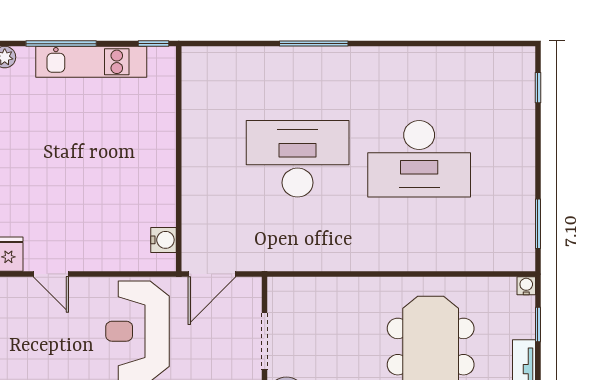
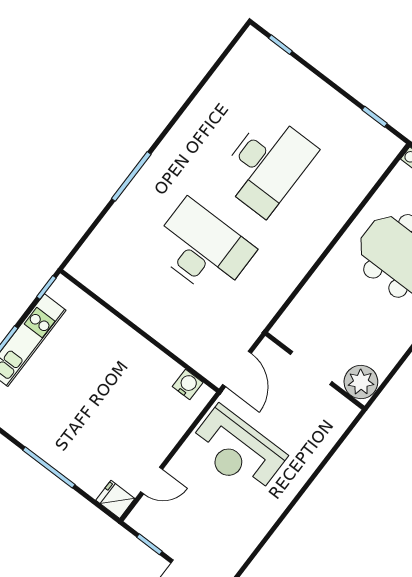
desk: (298, 159) -> (202, 249), turned 90
window: (538, 224) -> (375, 117), width x0.67

